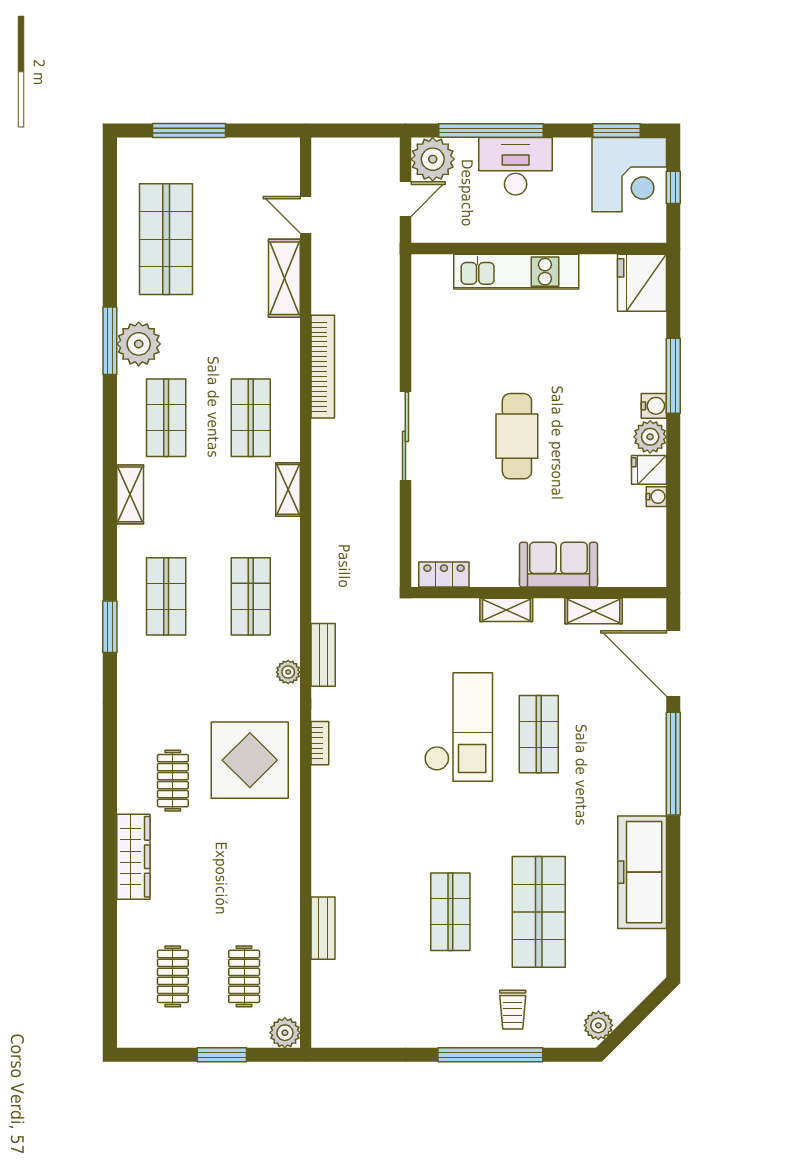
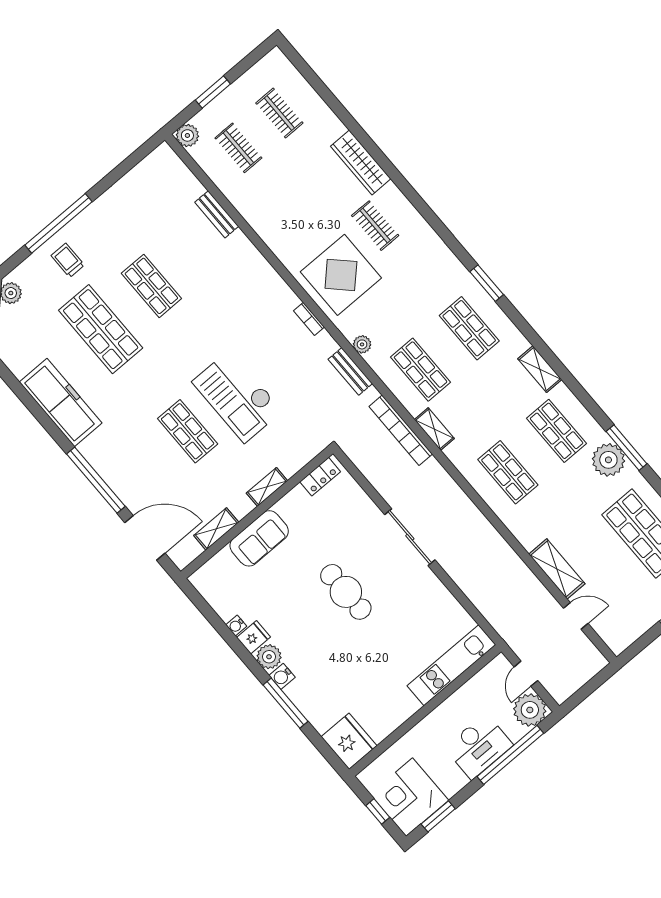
kitchen unit: (516, 272) -> (451, 665), moved
bookcase: (323, 367) -> (401, 430), moved
shelving: (288, 489) -> (434, 429), moved

